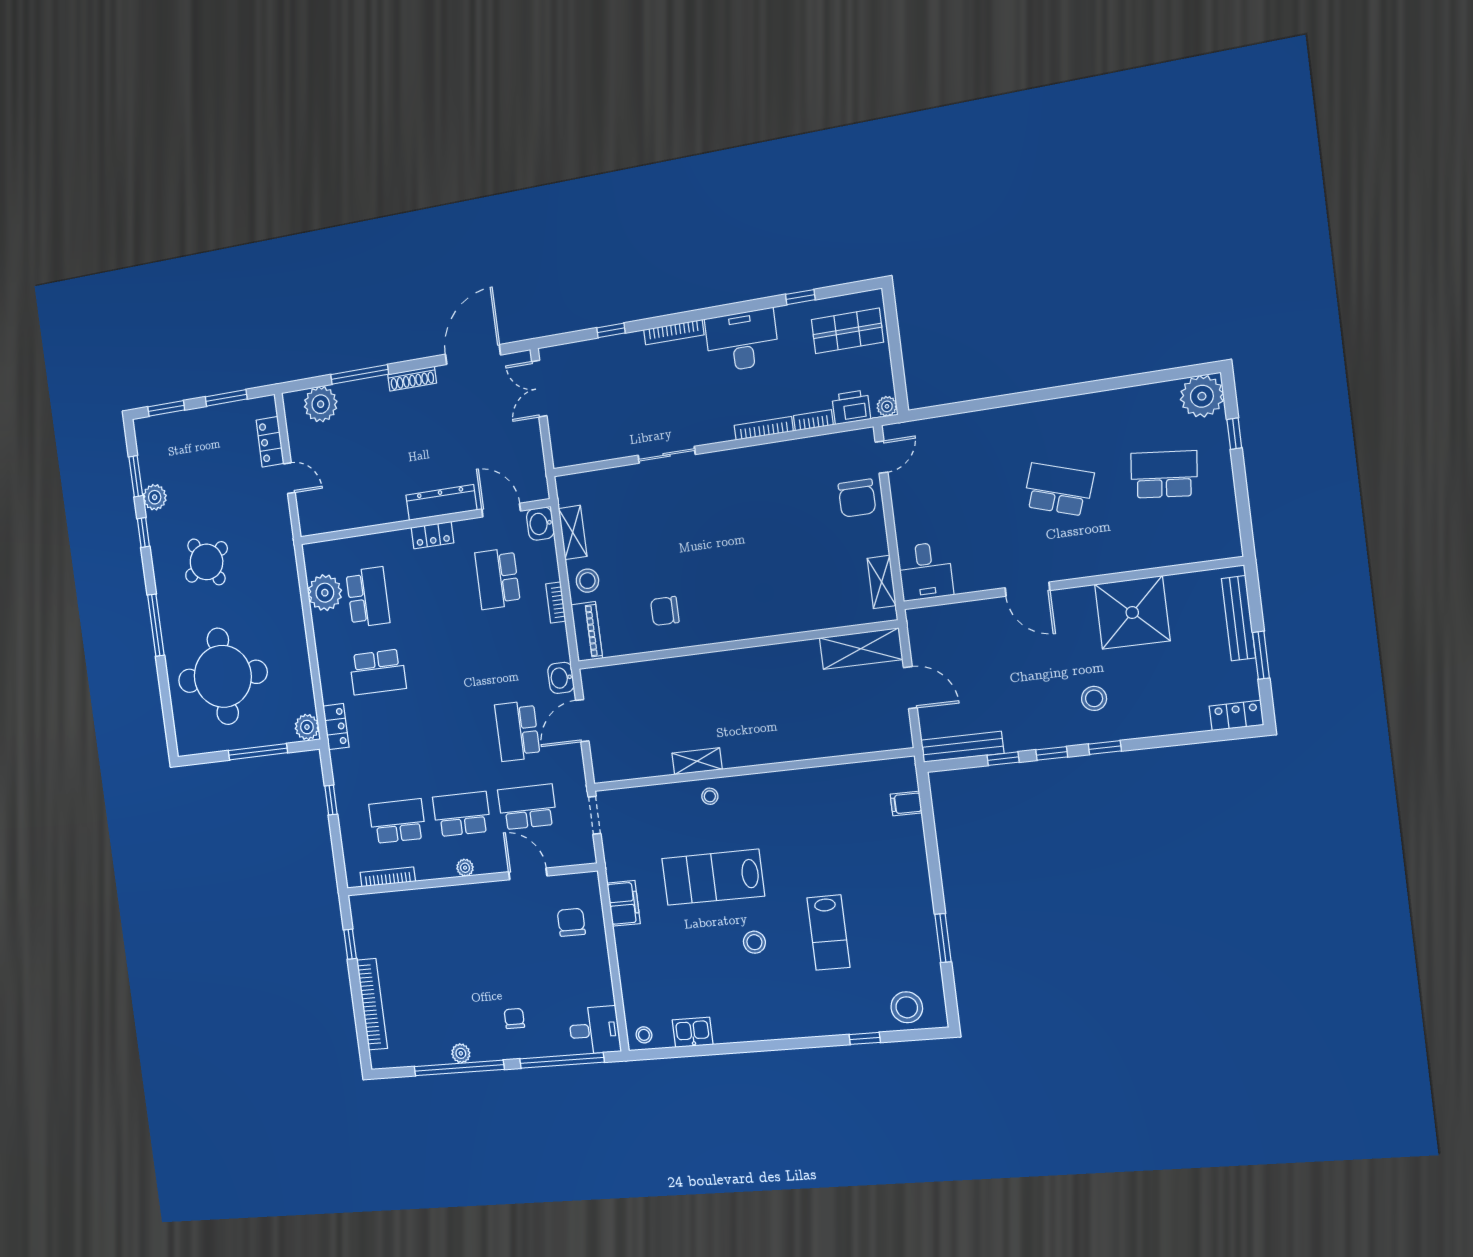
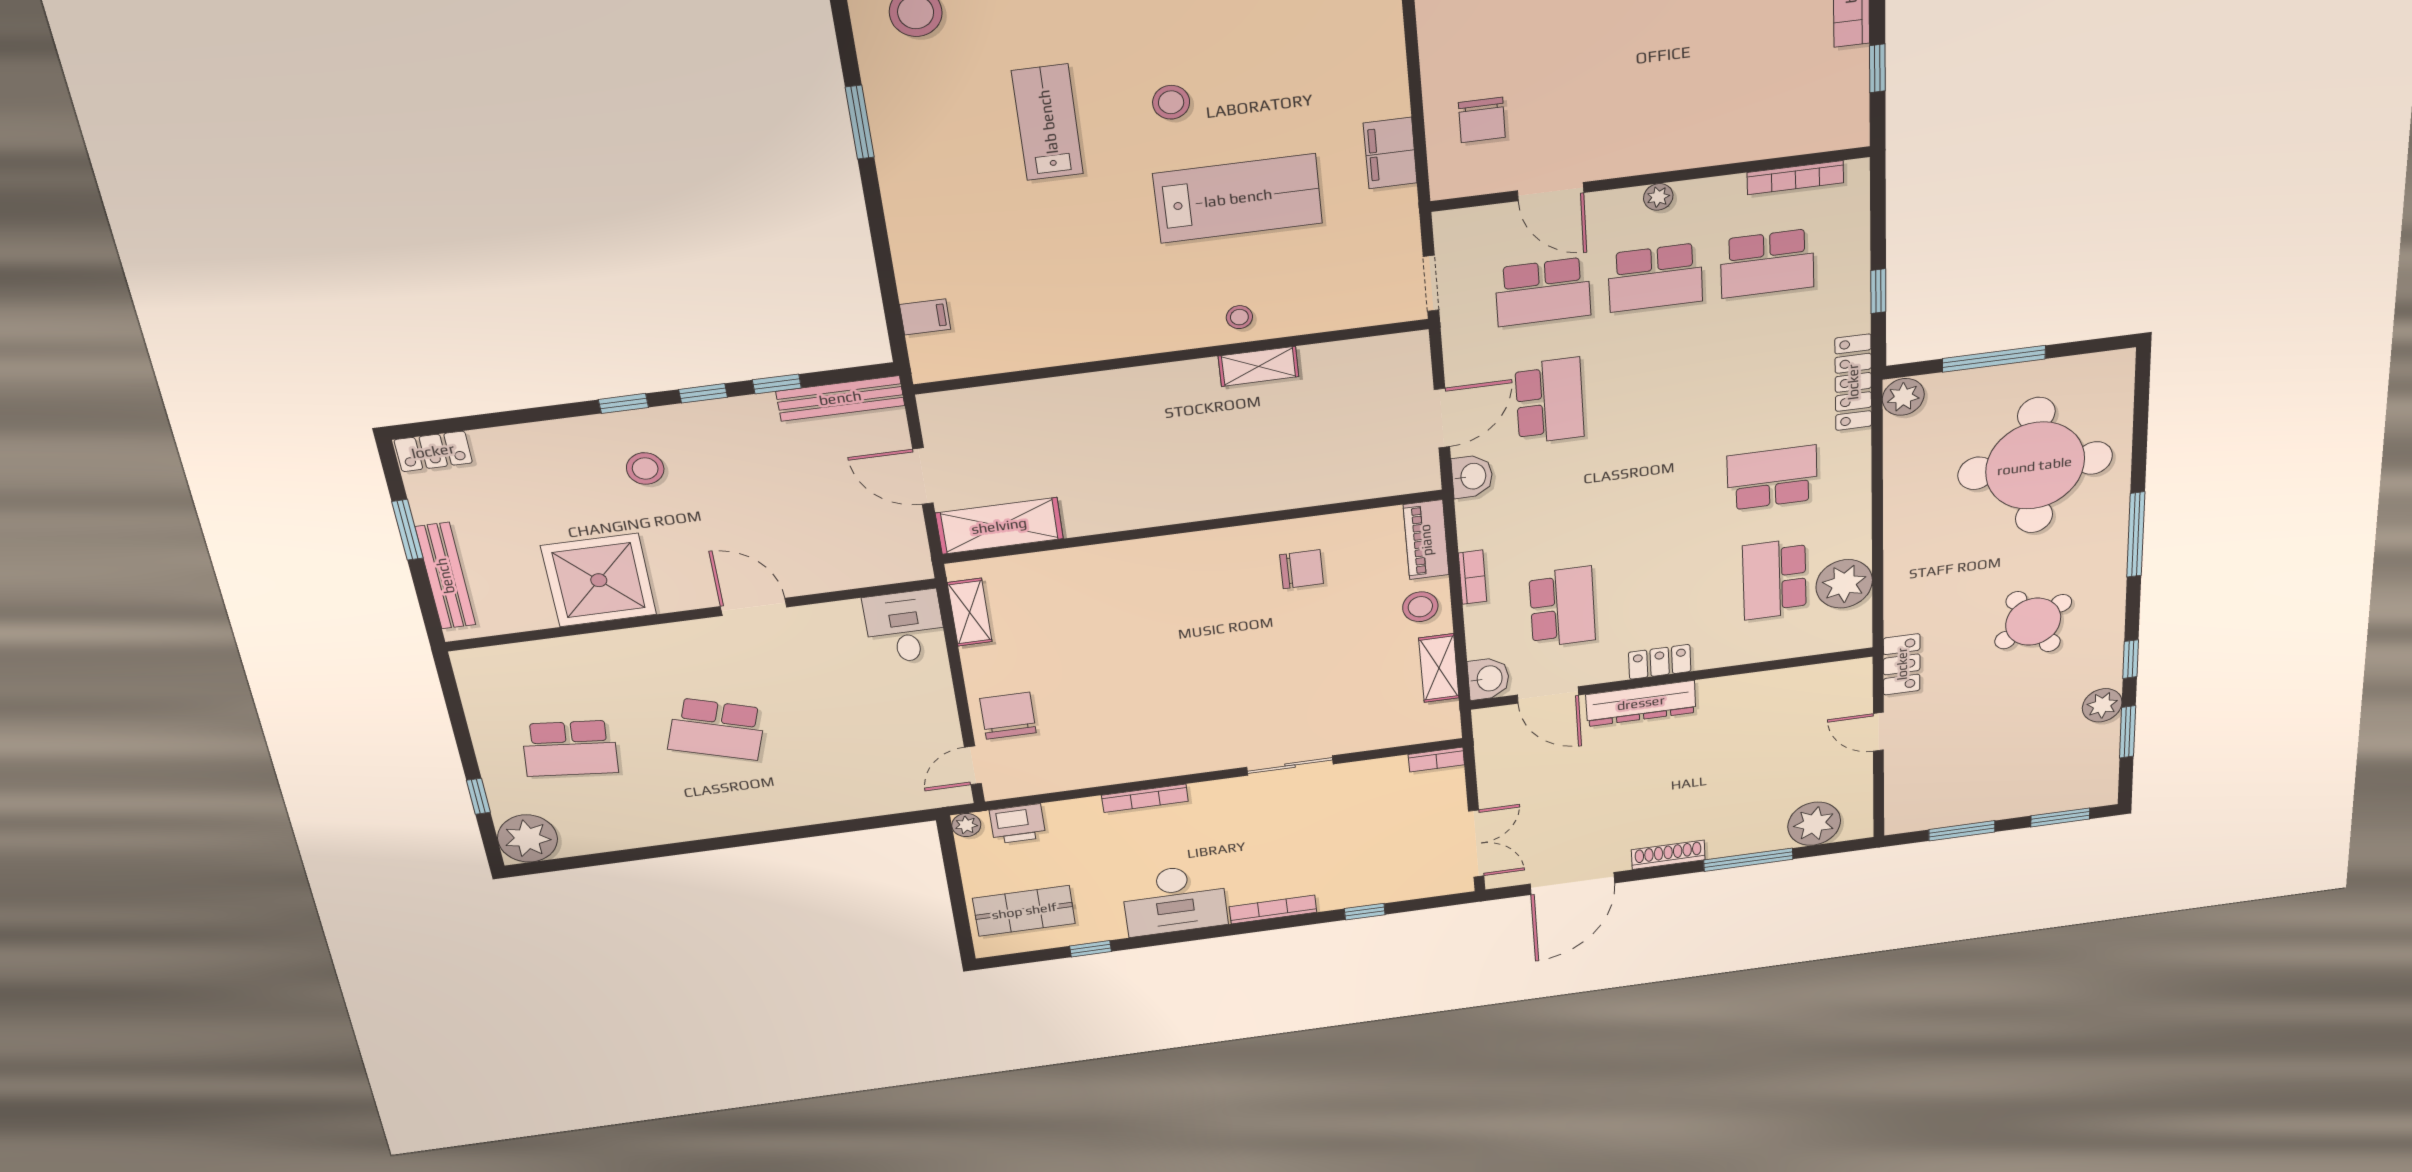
bookcase: (813, 420) -> (1436, 760), moved
locker: (270, 442) -> (1902, 664), moved
locker: (336, 727) -> (1853, 382), width x1.53

